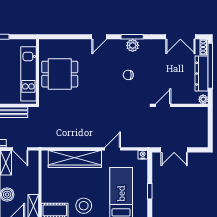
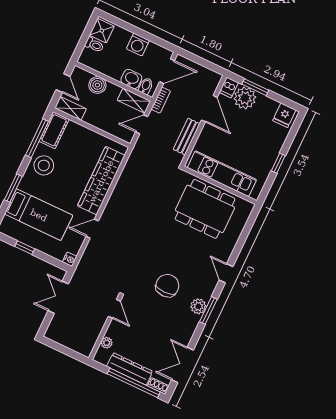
dining table: (60, 74) -> (205, 209), width x1.38
chair: (128, 75) -> (167, 286), width x1.87, depth x1.87
plant: (203, 99) -> (107, 343), moved
door: (113, 149) -> (92, 229), swing flipped

